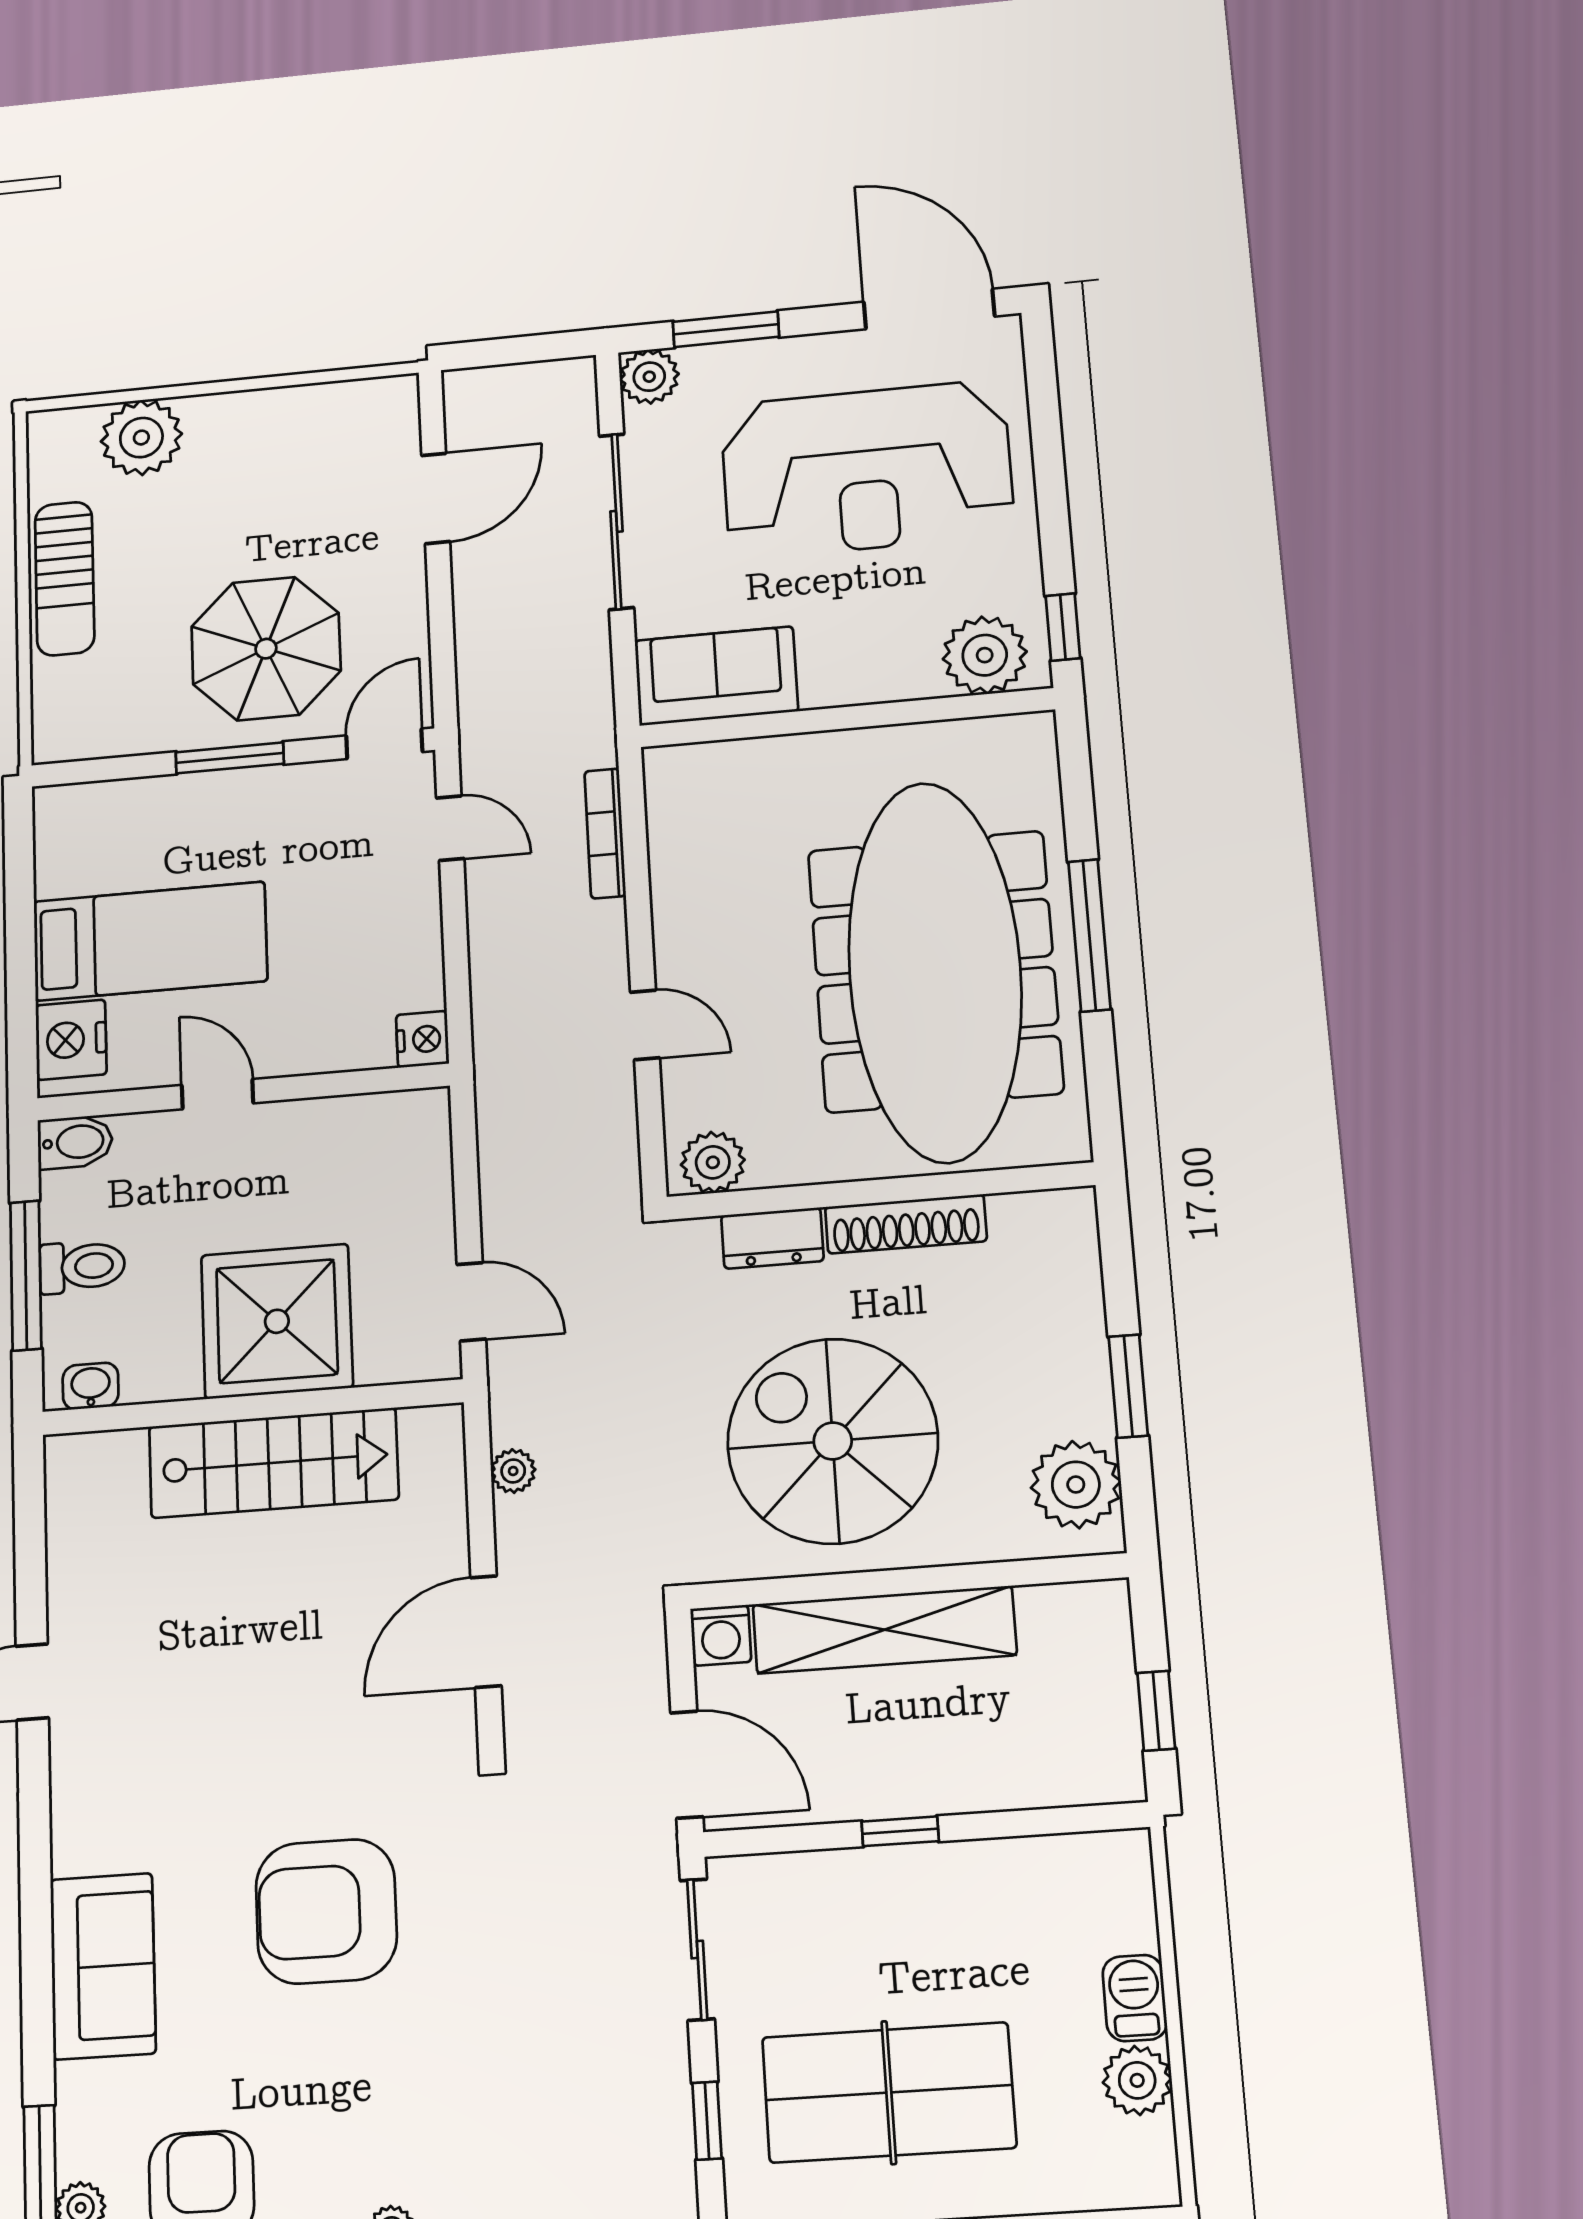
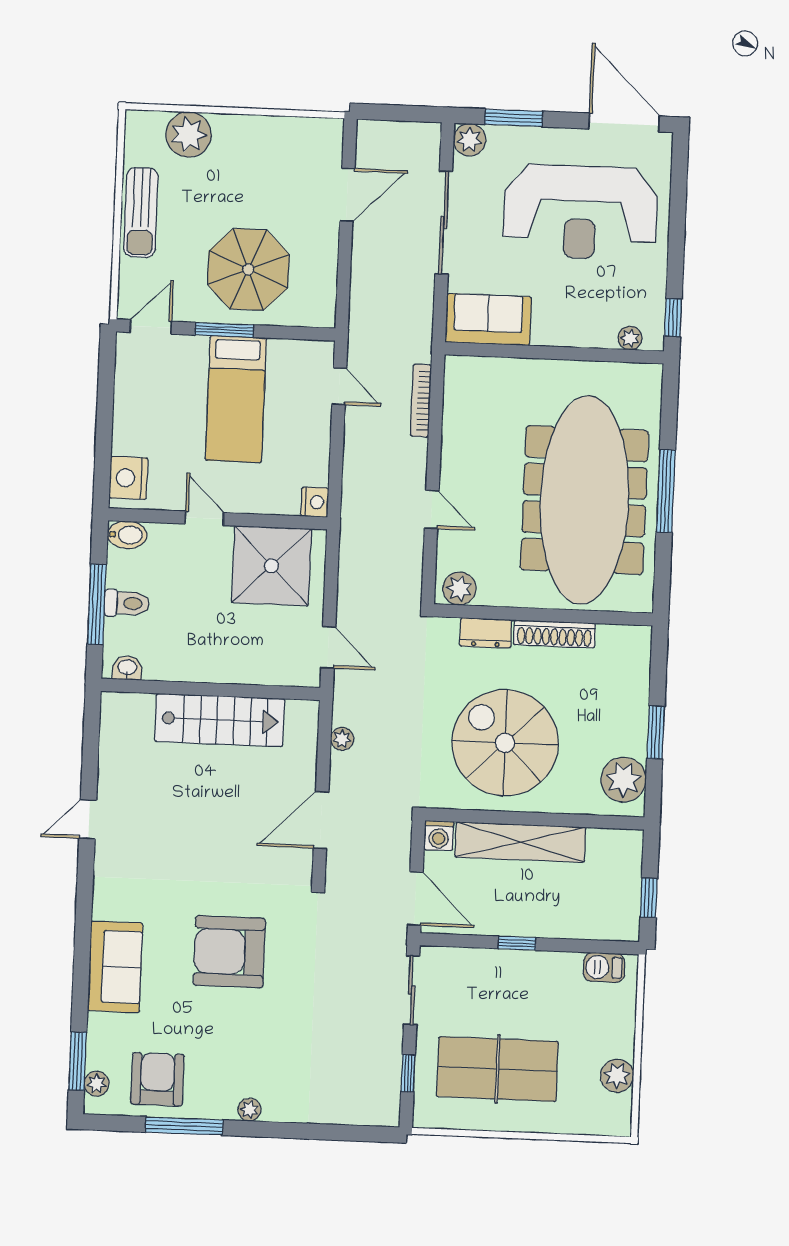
plant: (985, 655) -> (630, 338), width x0.53, depth x0.53
door: (384, 744) -> (151, 327), moved
bed: (150, 941) -> (236, 399), moved, turned 90
shower: (277, 1321) -> (271, 566), moved
barbecue: (1135, 1998) -> (604, 967), moved, turned -90

